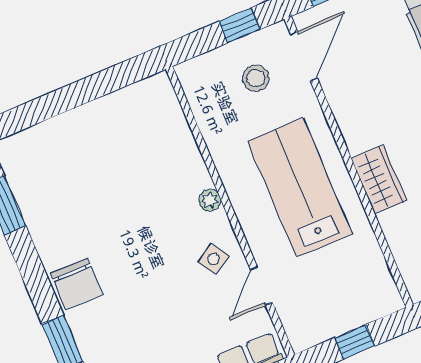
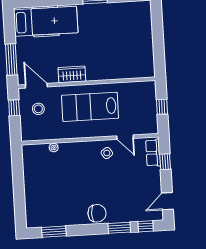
wardrobe: (379, 179) -> (72, 74), moved
plant: (210, 200) -> (54, 148), moved

